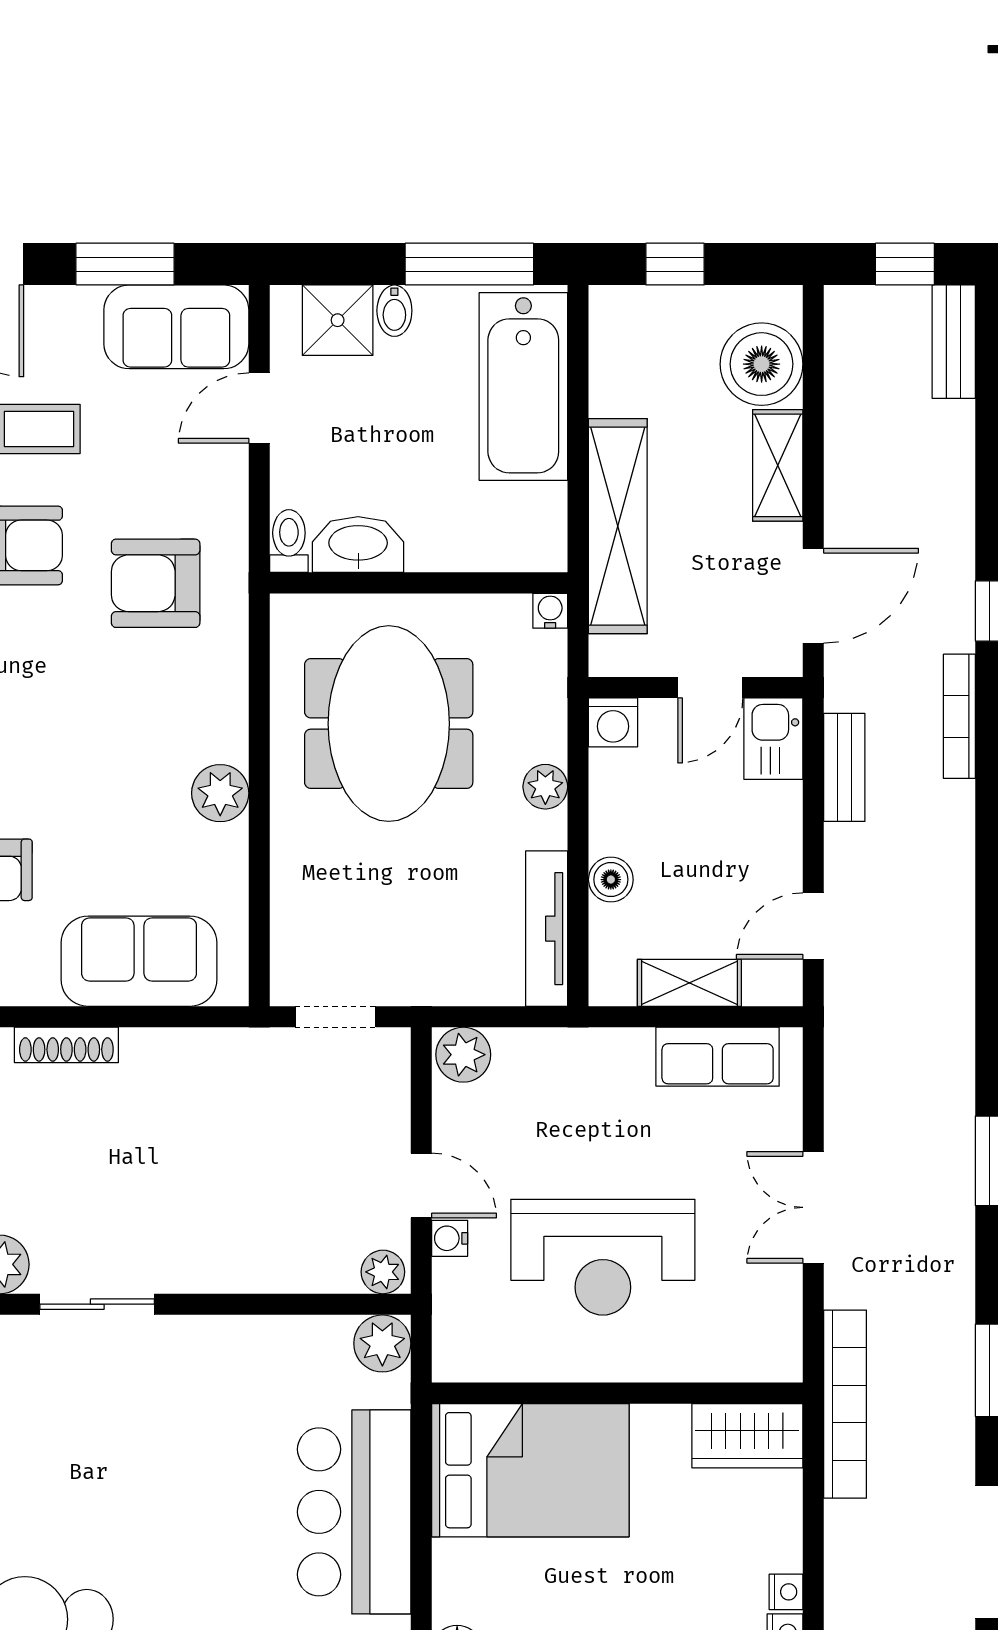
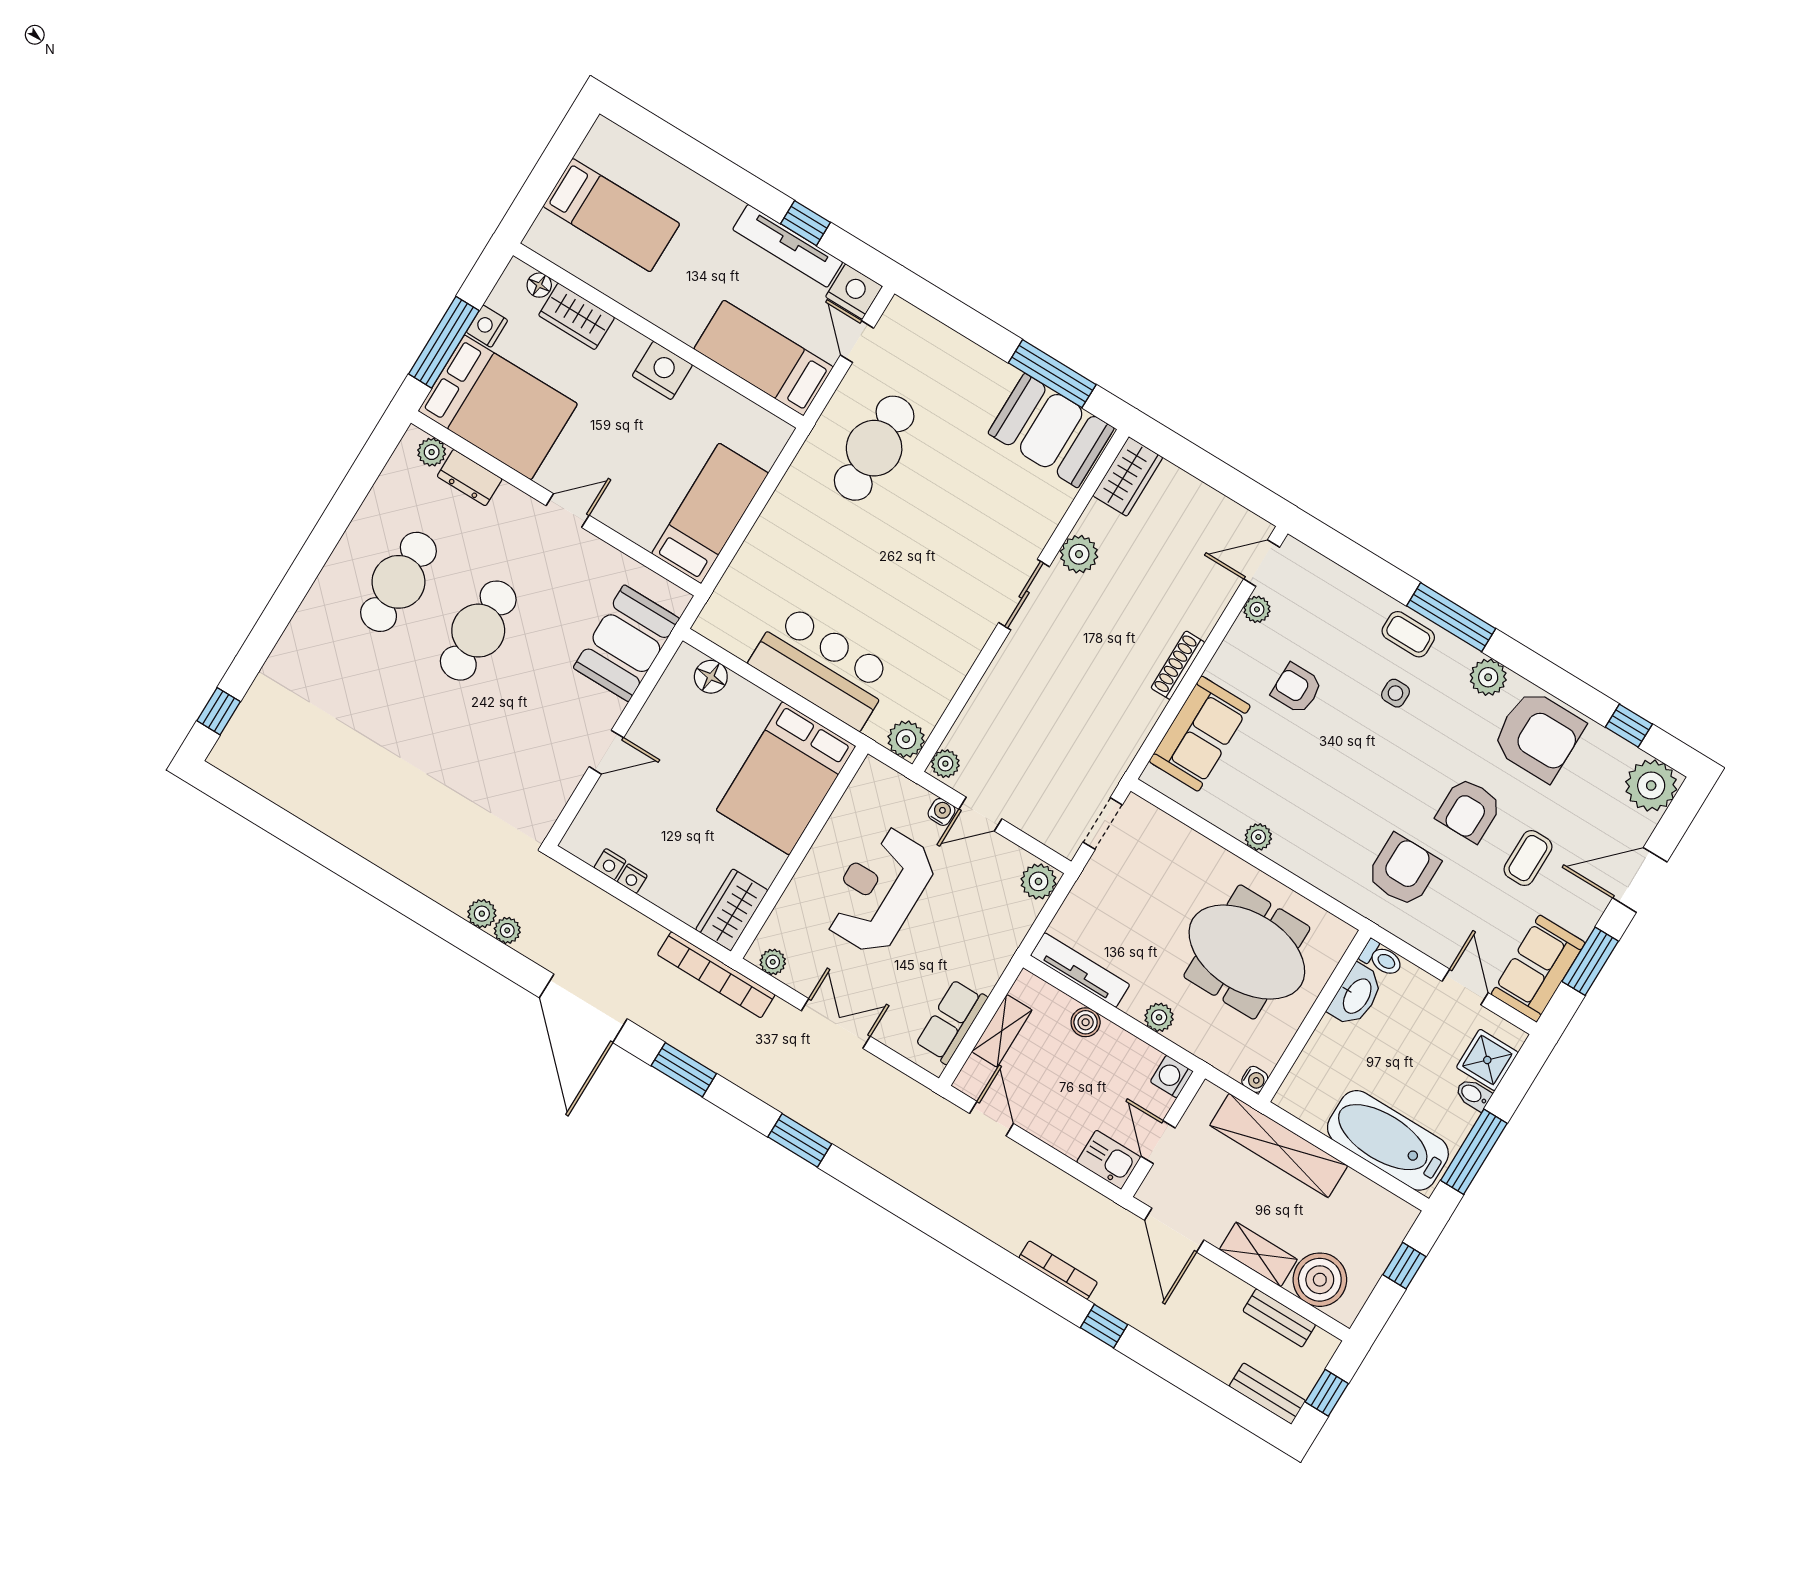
bench: (844, 767) -> (1279, 1318), moved
plant: (220, 793) -> (1258, 837), width x0.73, depth x0.73
plant: (783, 1340) -> (773, 962), added

